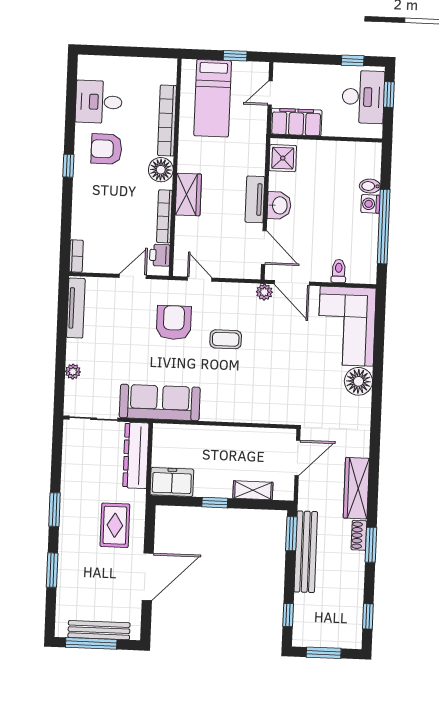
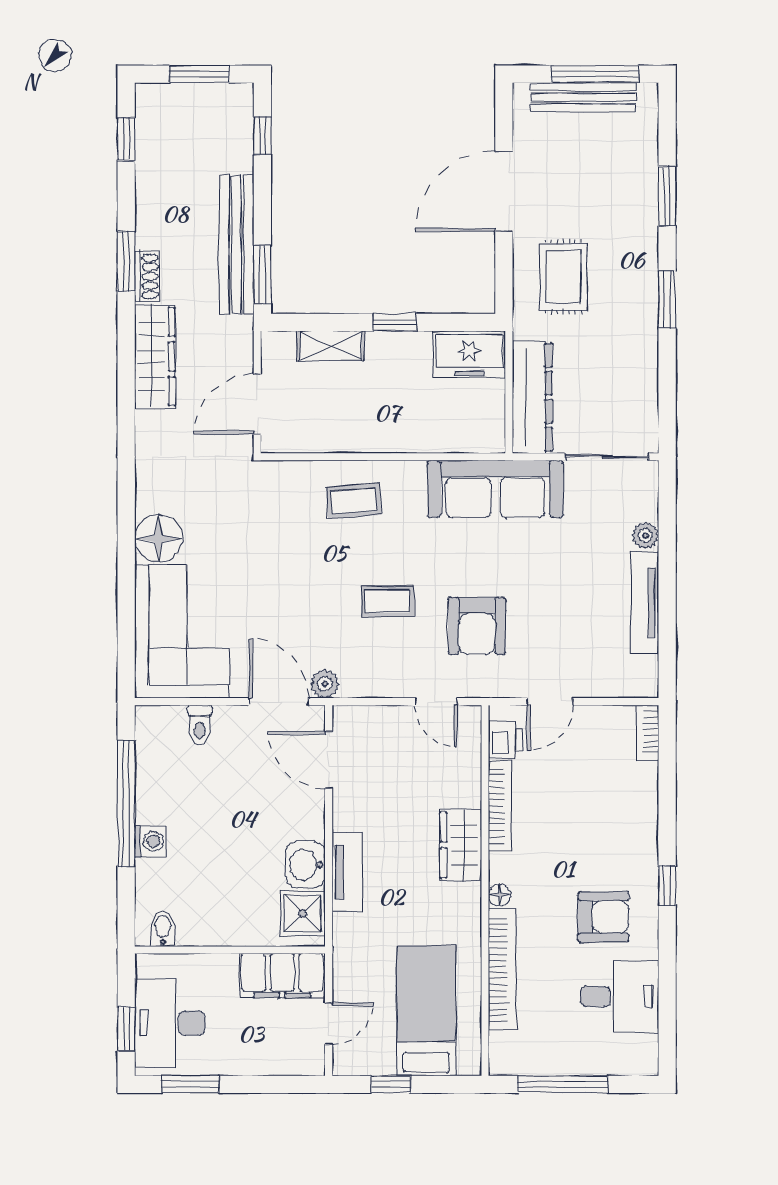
window: (134, 52) -> (563, 1084), added
window: (353, 60) -> (190, 1084), width x1.50
floor lamp: (161, 170) -> (500, 895), width x0.53, depth x0.53
bidet: (370, 186) -> (163, 929), moved, turned -90
tv unit: (255, 199) -> (347, 872), moved
washbasin: (279, 205) -> (306, 865), moved
tv unit: (76, 308) -> (645, 603), moved
coffee table: (243, 399) -> (354, 501), added

